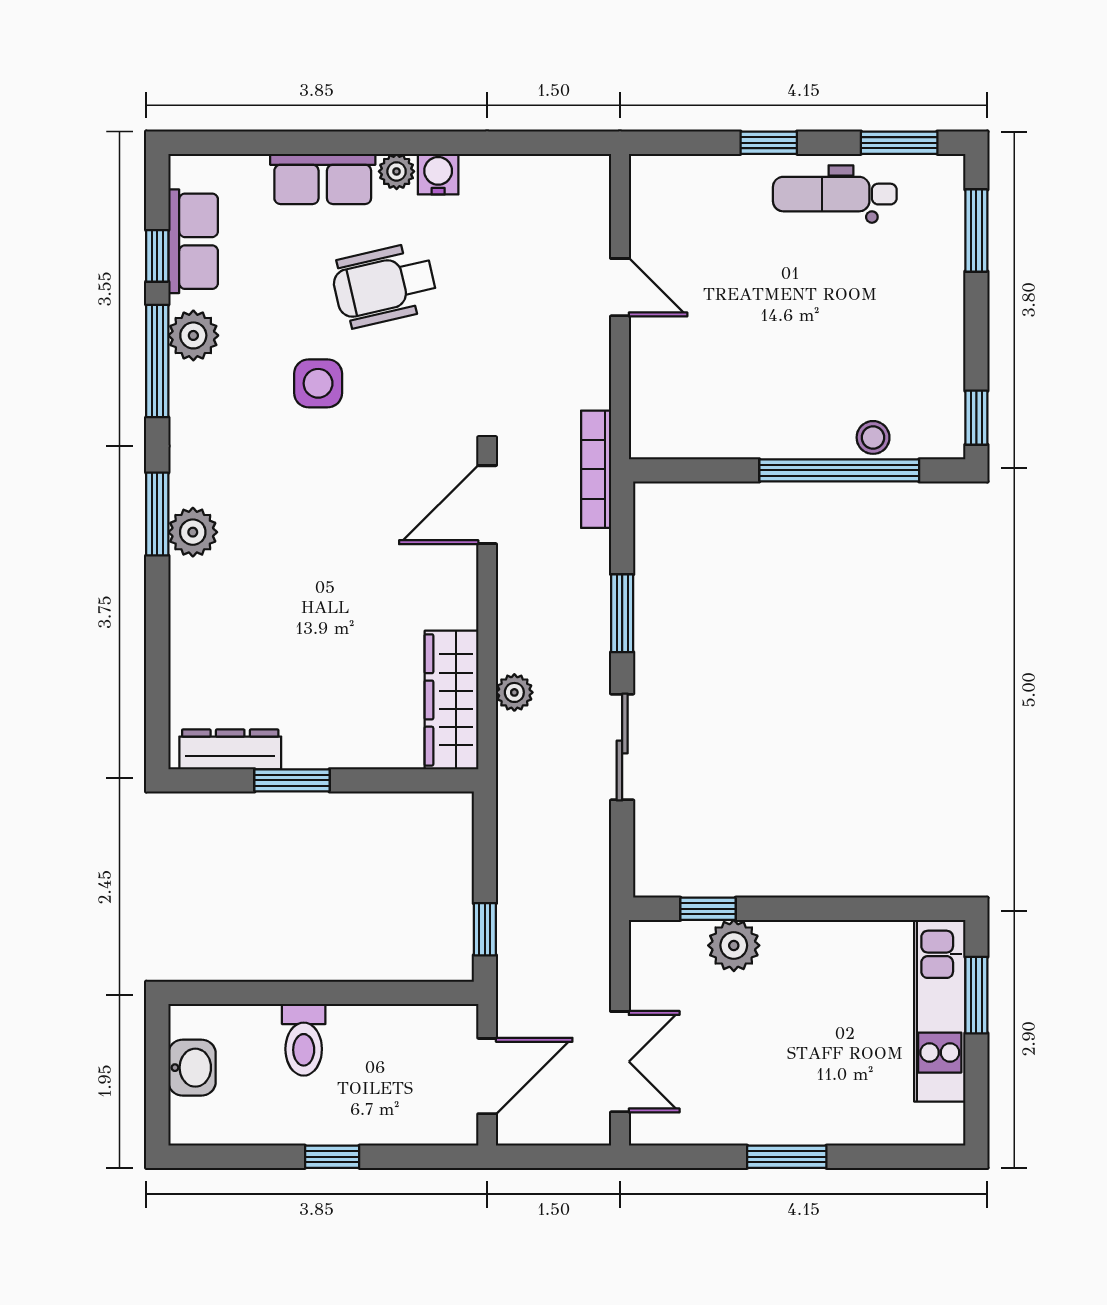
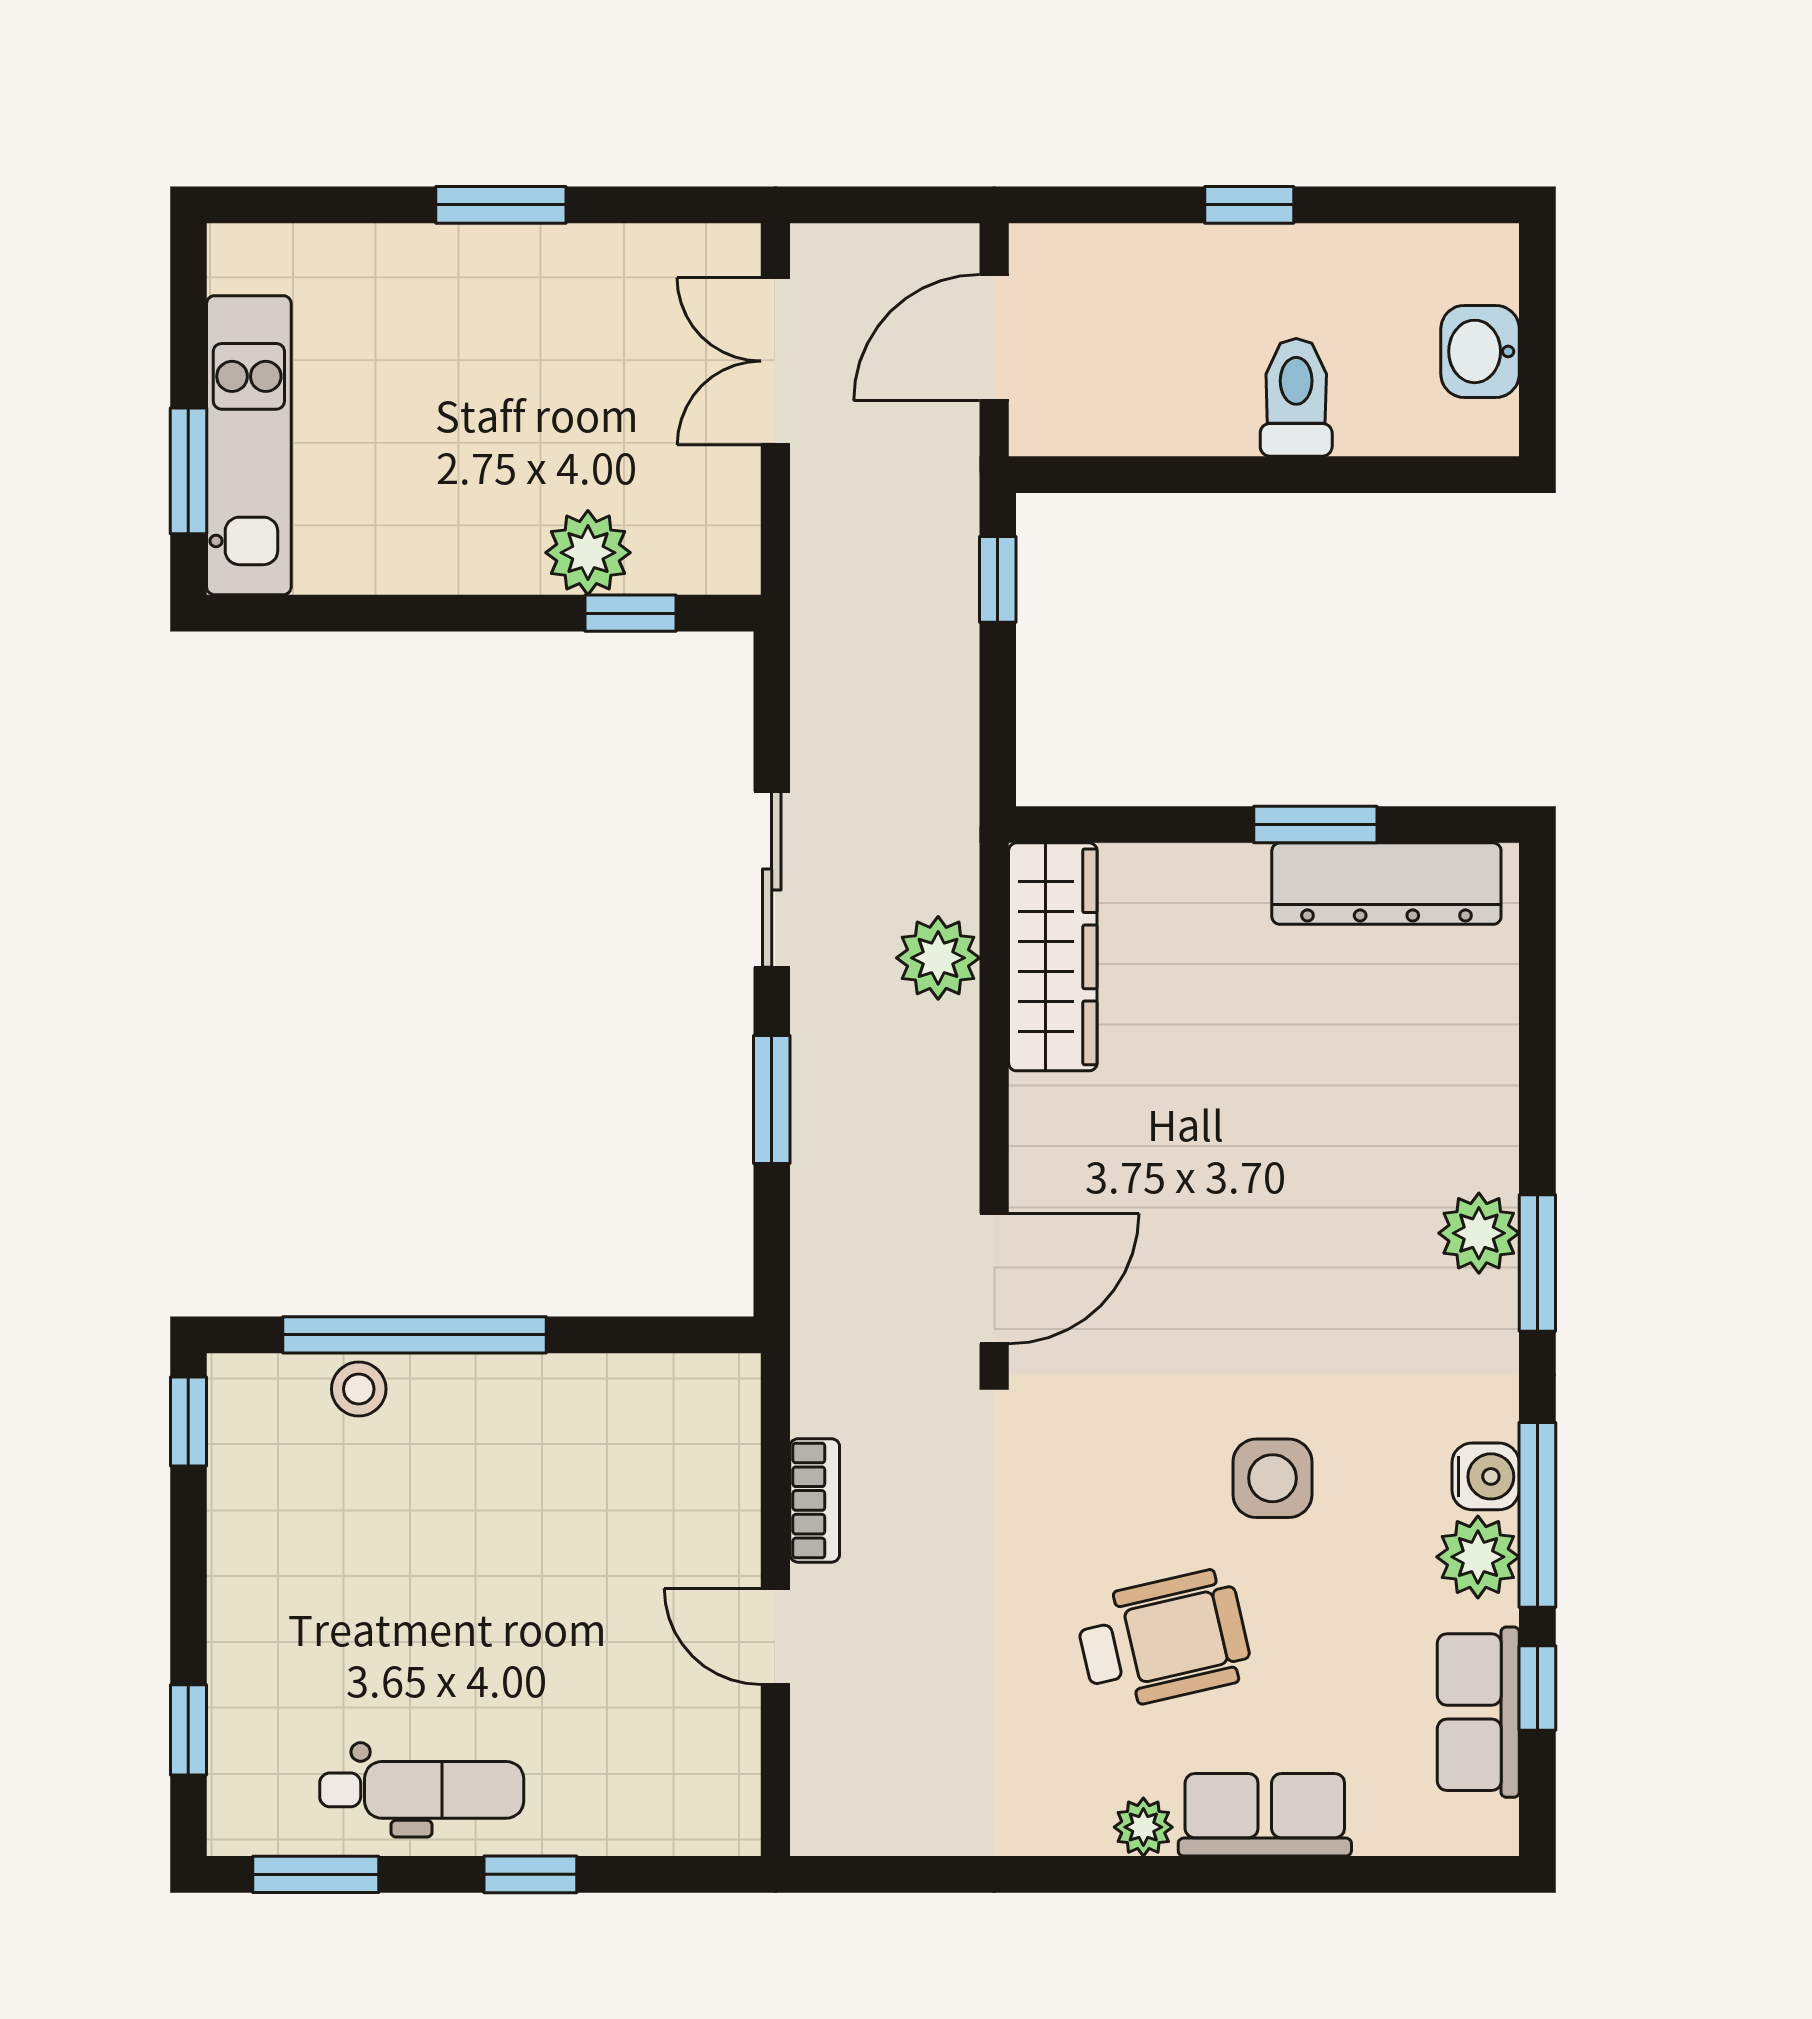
water cooler: (438, 174) -> (1486, 1476), moved, turned -90
window: (976, 230) -> (188, 1730), width x0.67
bookcase: (596, 469) -> (815, 1500), moved, width x0.64
plant: (514, 692) -> (938, 958), width x1.38, depth x1.38
dresser: (230, 749) -> (1386, 884), width x1.37, depth x1.24

